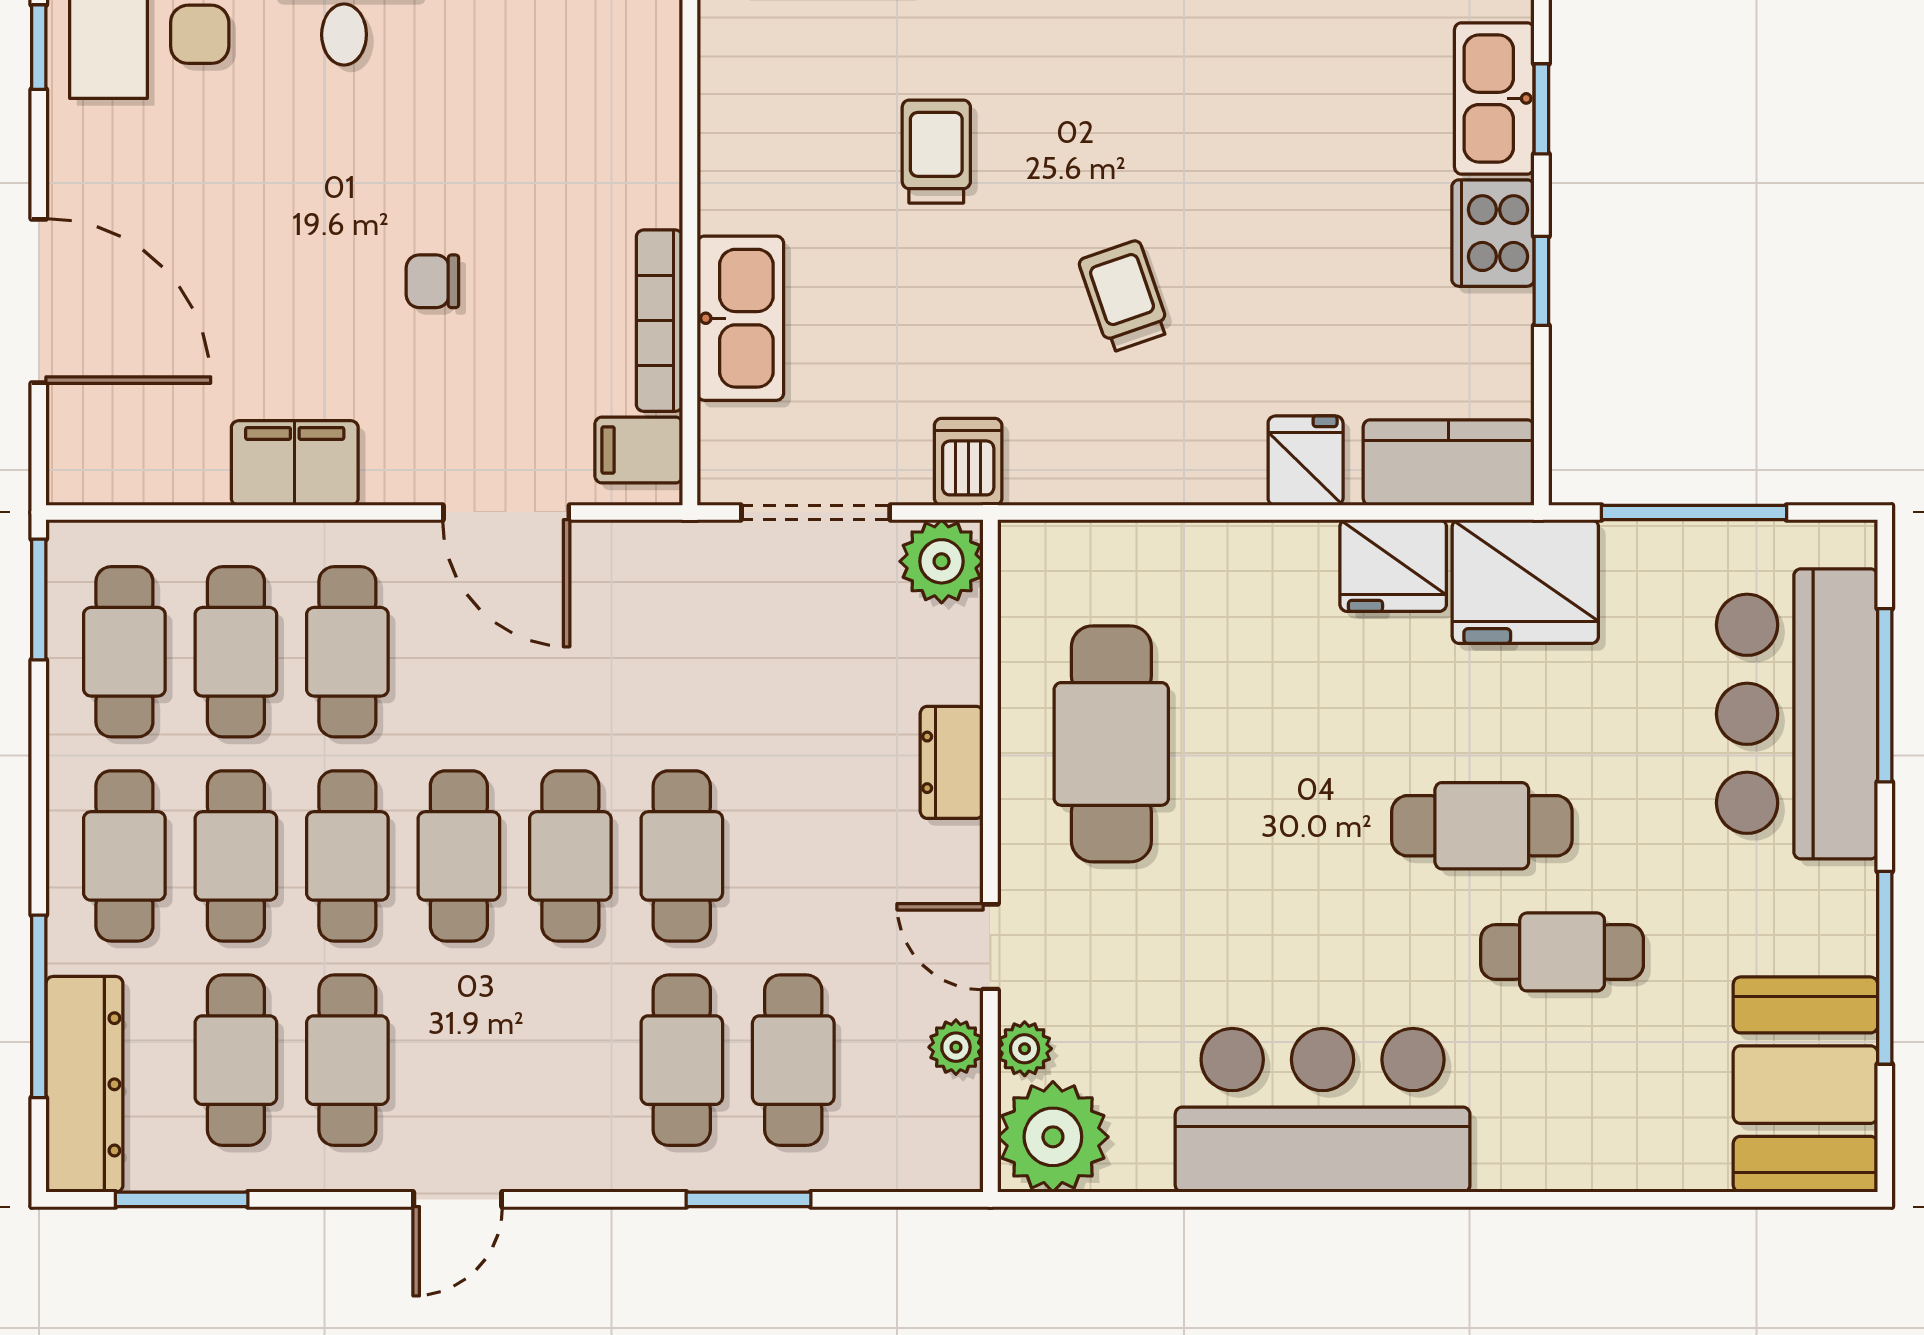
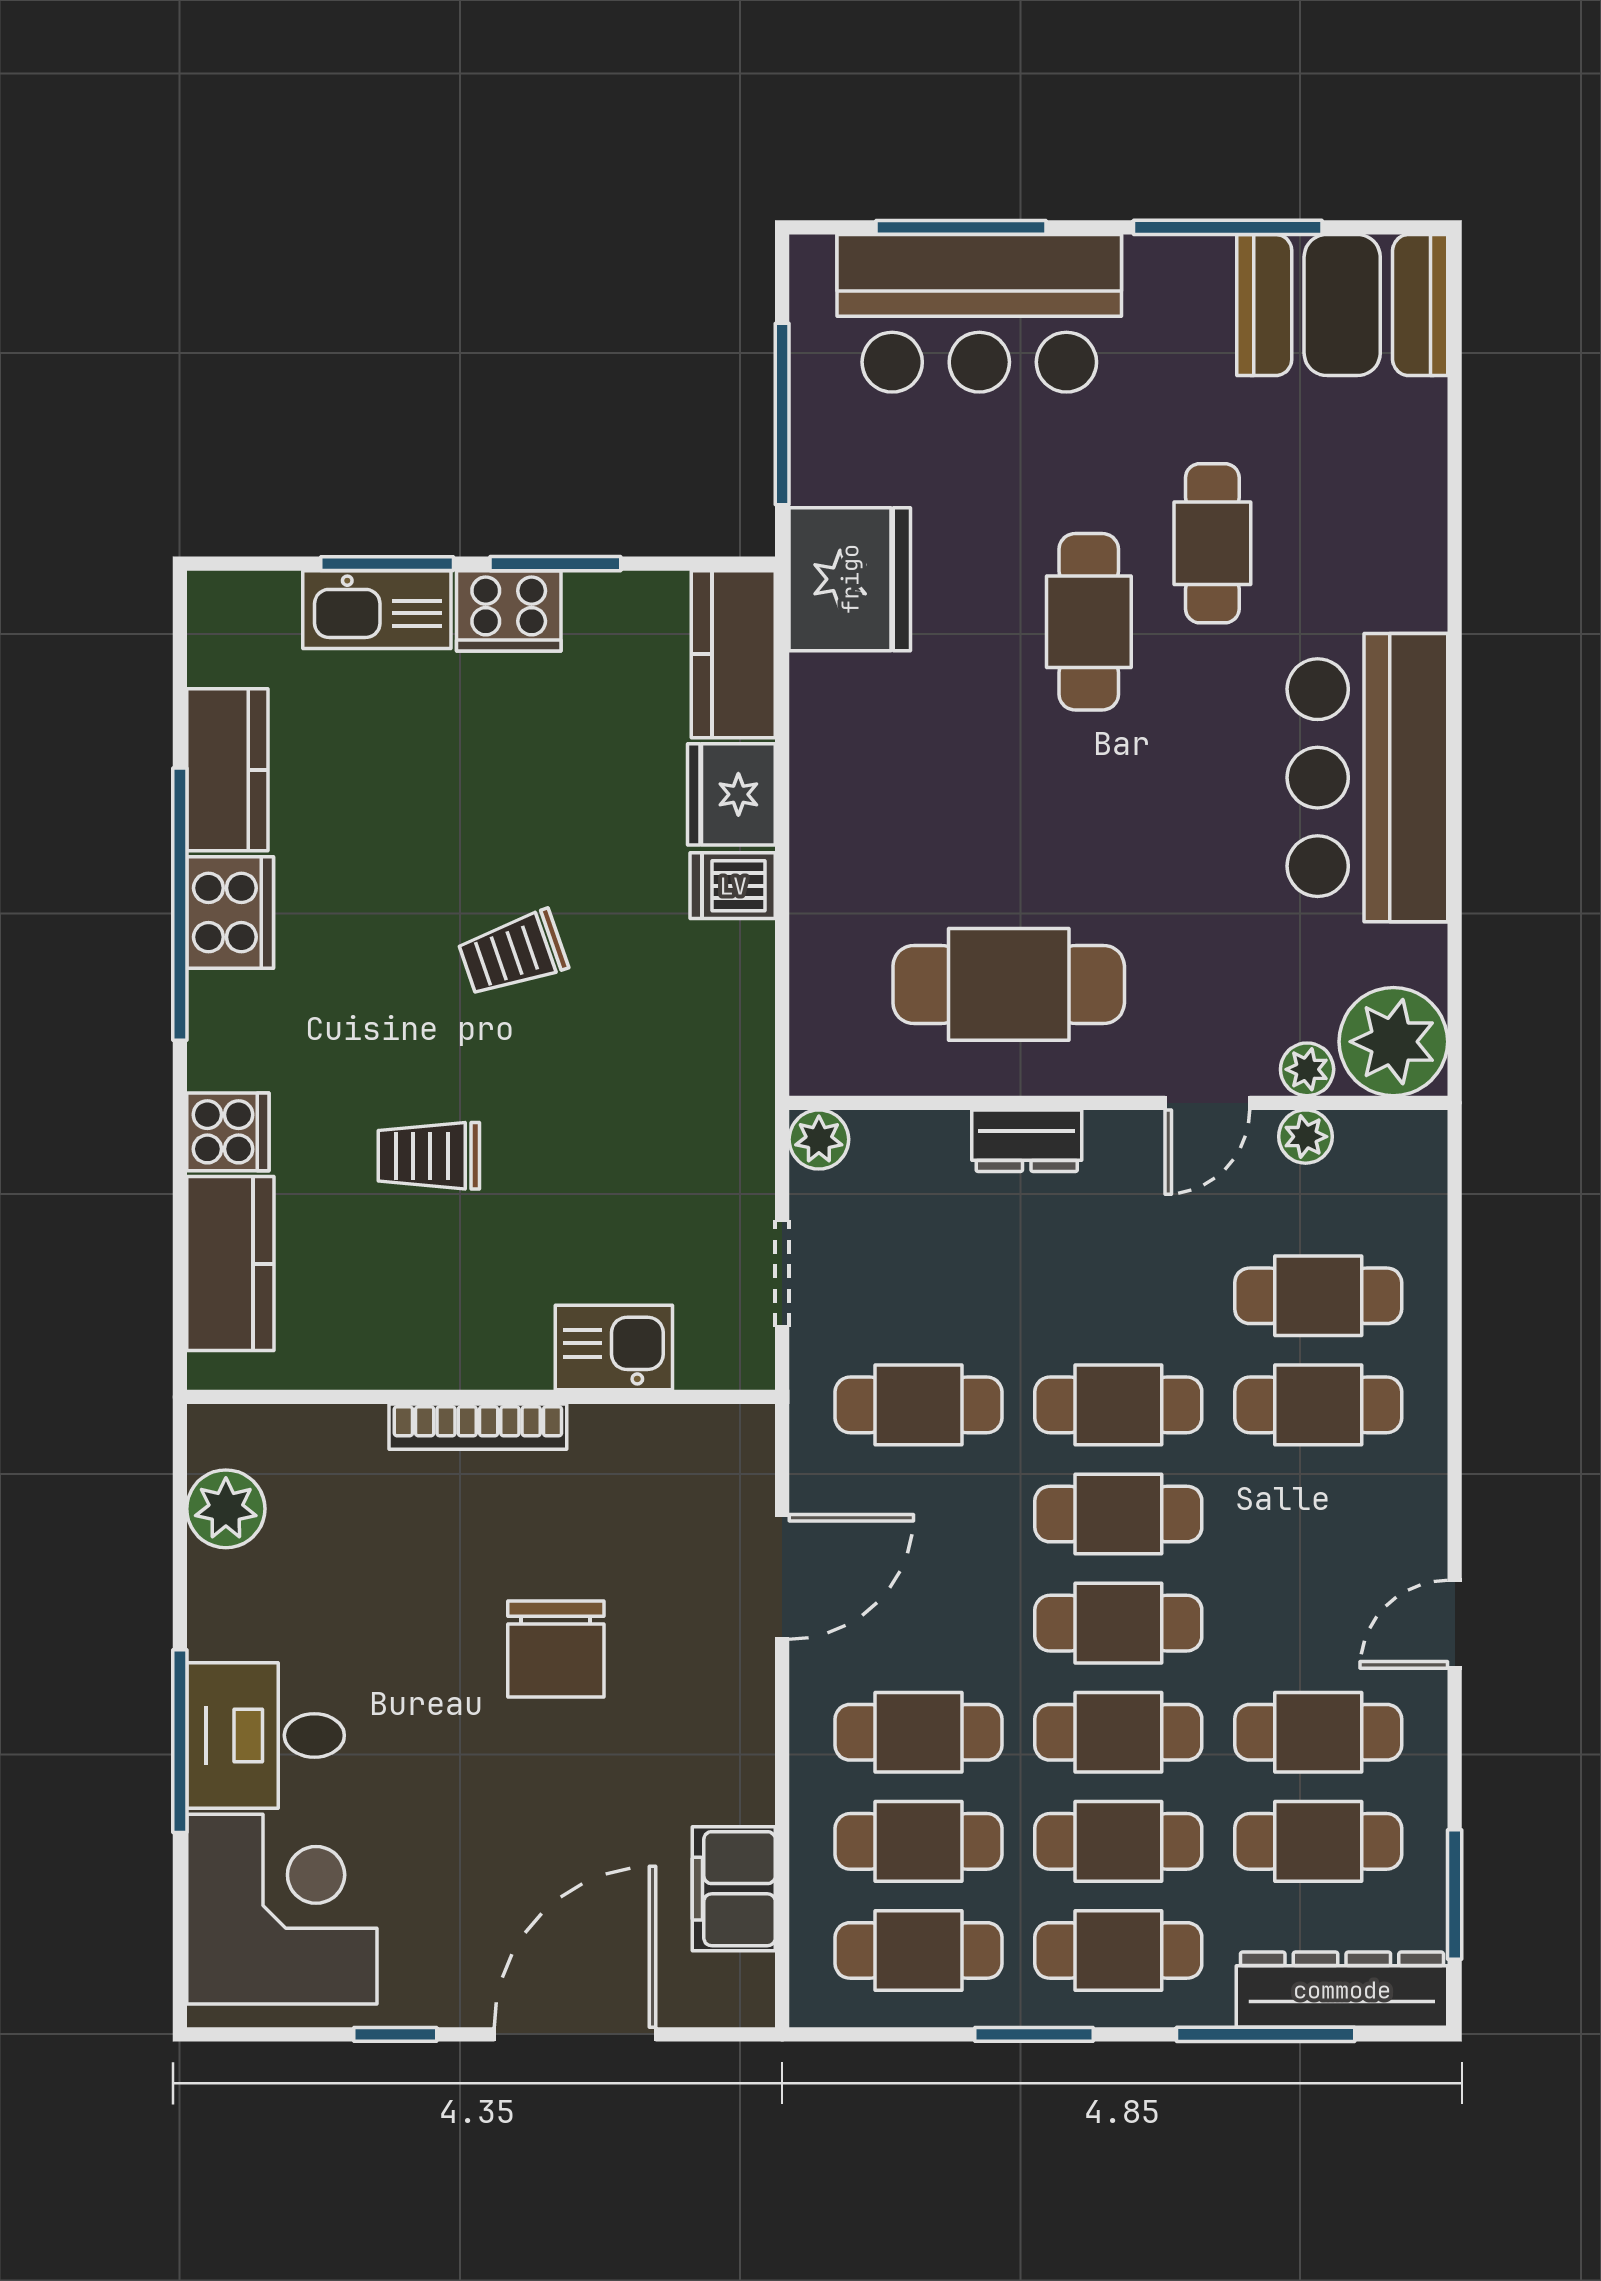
window: (39, 47) -> (395, 2034), moved
window: (1541, 109) -> (387, 564), width x1.50
chair: (432, 281) -> (556, 1649), width x1.87, depth x1.87
window: (1541, 281) -> (555, 564), width x1.50
trolley: (1124, 296) -> (513, 953), moved
kitchen sink: (740, 318) -> (614, 1348), width x0.73
bookcase: (660, 321) -> (478, 1427), moved
filing cabinet: (639, 450) -> (721, 1447), removed
fridge: (1306, 461) -> (731, 794), width x1.38
dishwasher: (968, 462) -> (733, 886), moved
filing cabinet: (295, 463) -> (734, 1889), moved
doorway: (816, 512) -> (782, 1274), width x0.73
plant: (942, 561) -> (819, 1139), width x0.73, depth x0.73
fridge: (1393, 566) -> (834, 709), removed
window: (39, 599) -> (1034, 2034), moved
cafe table: (682, 652) -> (918, 1405), added
door: (458, 1199) -> (1455, 1624), swing flipped
window: (748, 1199) -> (1455, 1340), removed

